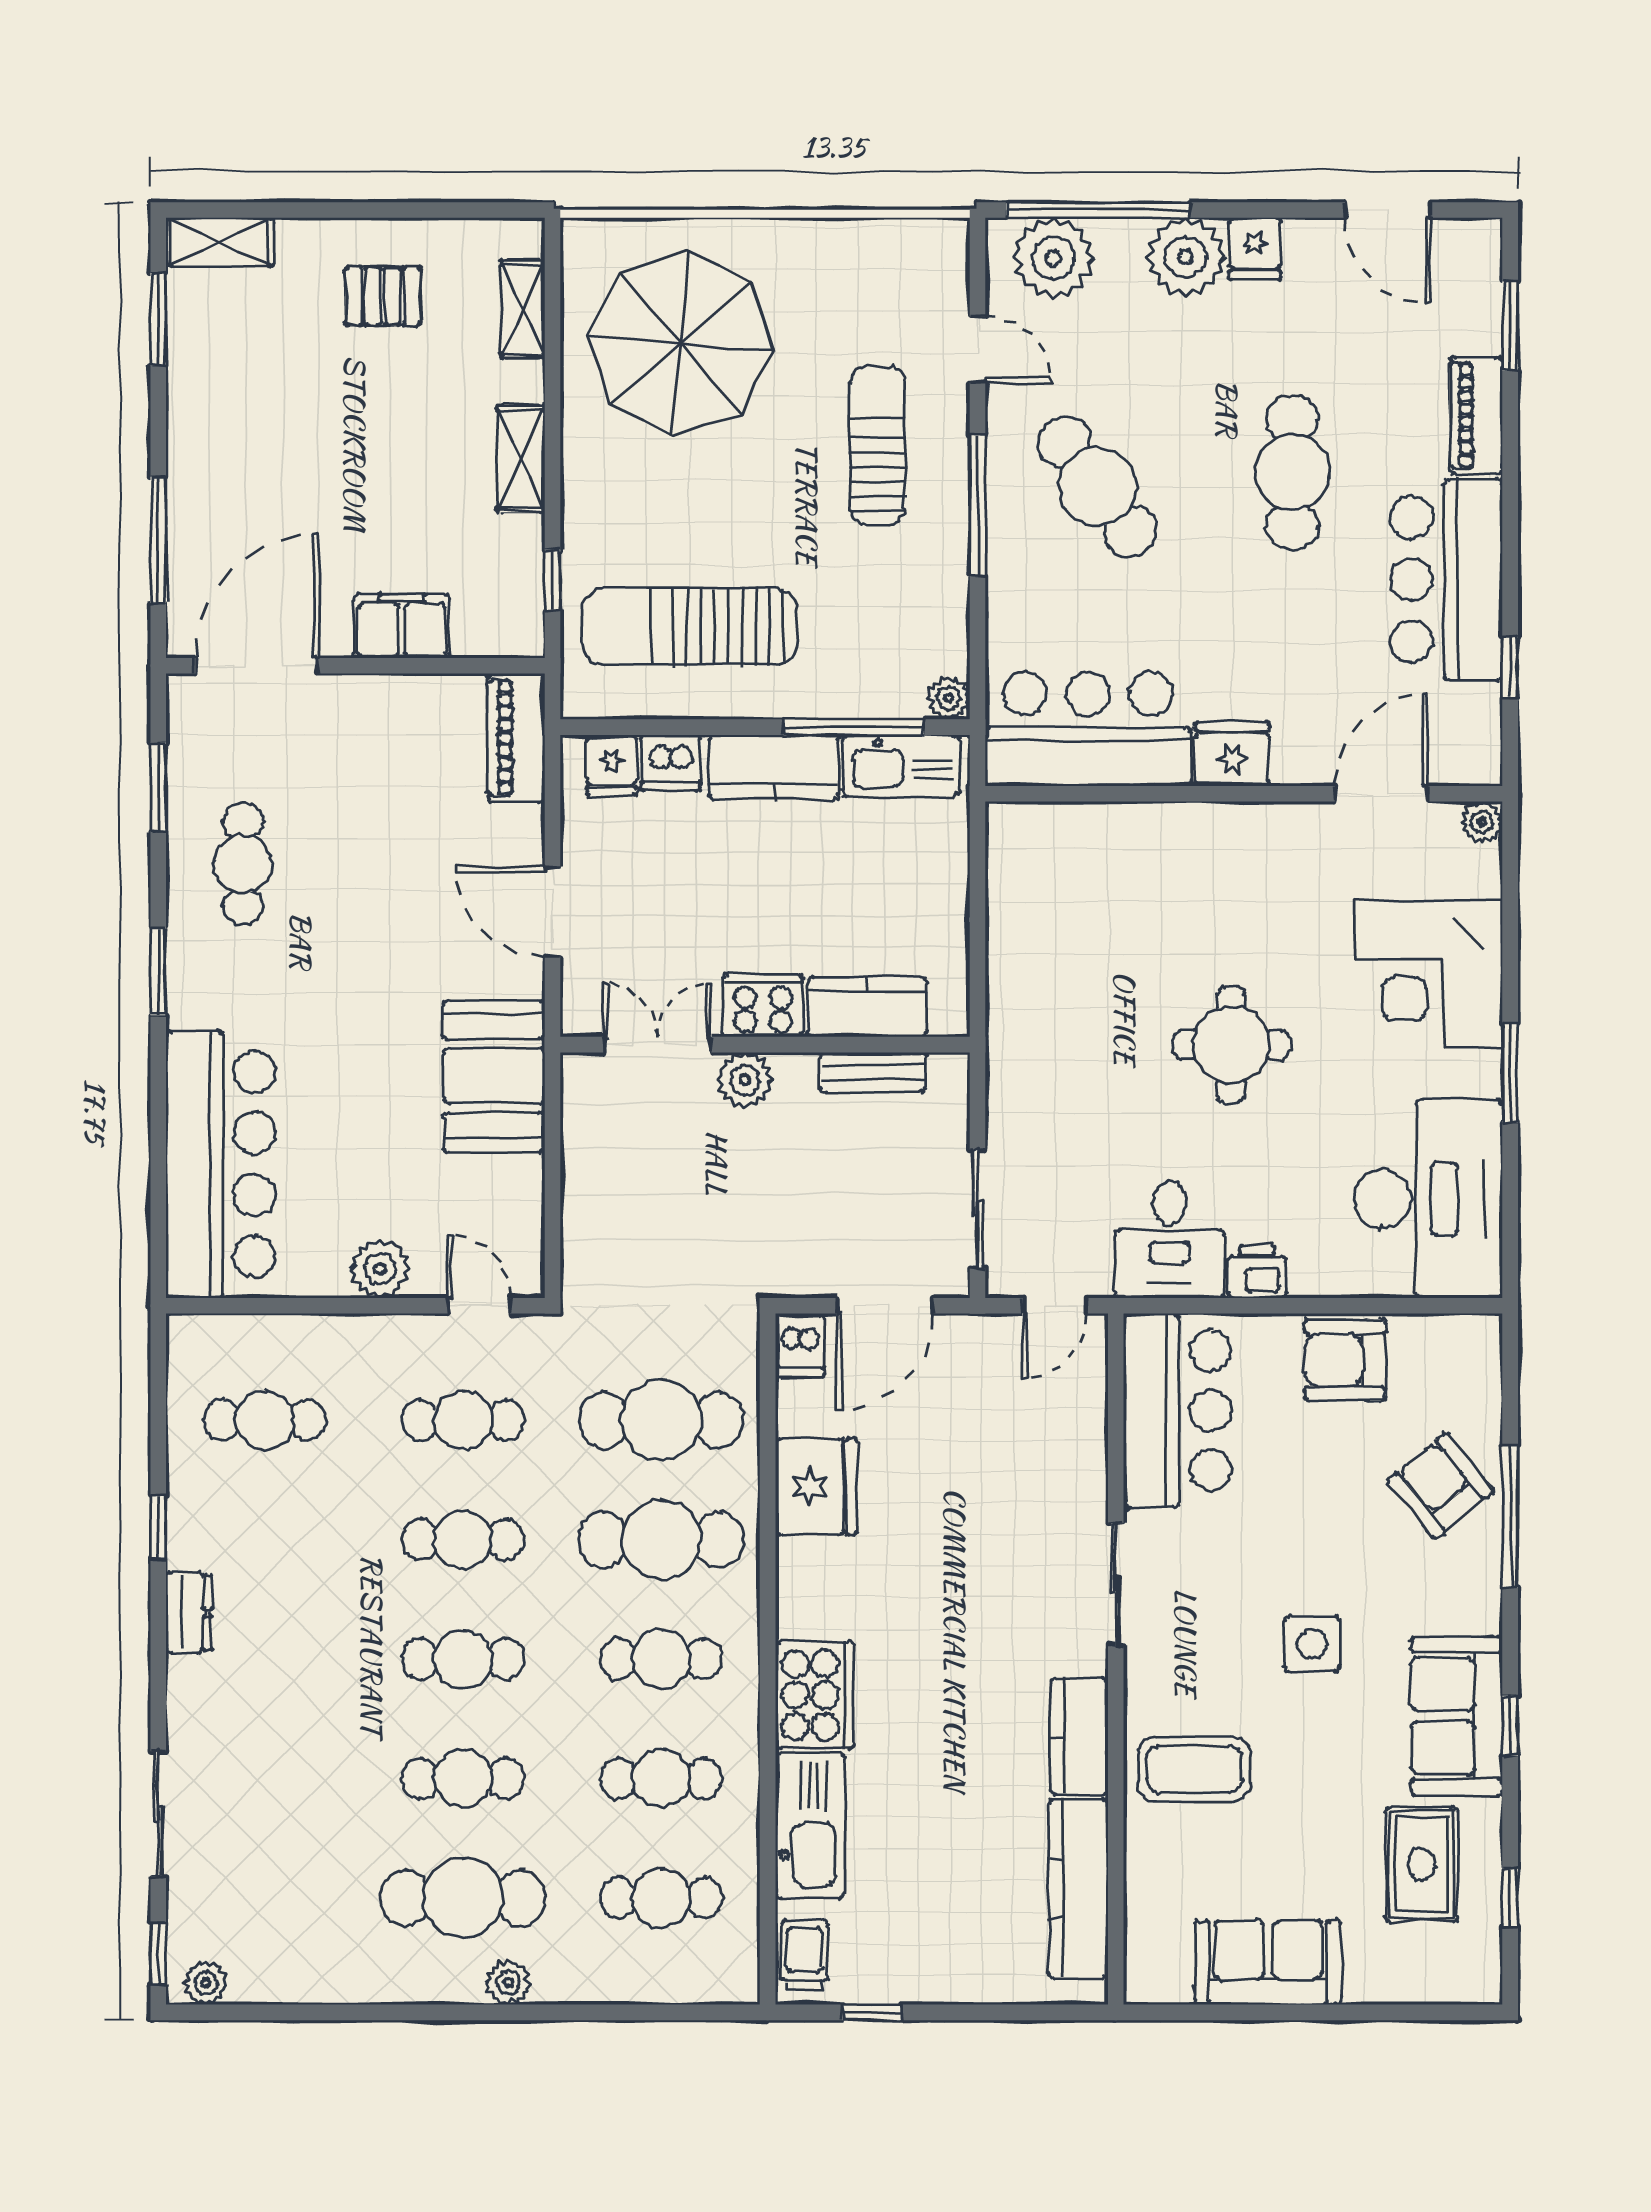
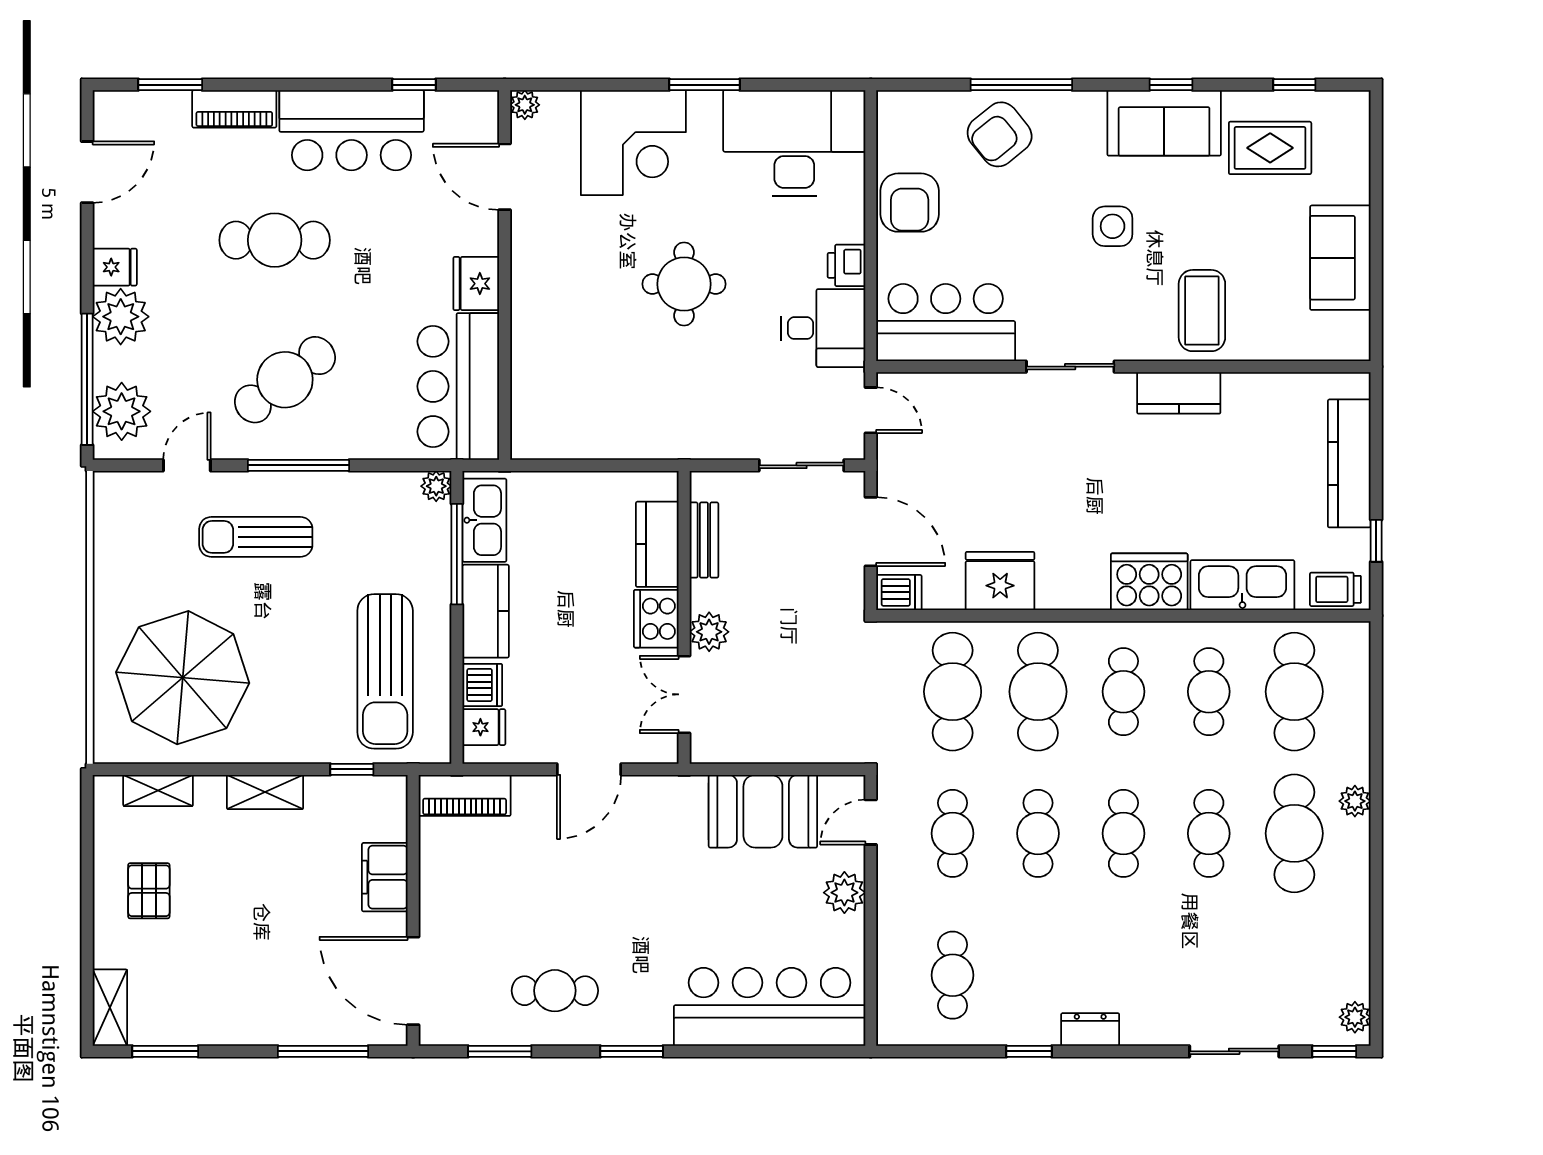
booth: (494, 1076) -> (763, 811), moved
kitchen counter: (1078, 1888) -> (1349, 463), moved, turned 90
cafe table: (661, 1898) -> (1294, 692), width x1.37, depth x1.35

